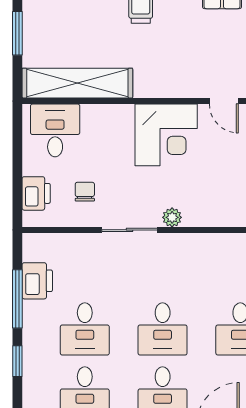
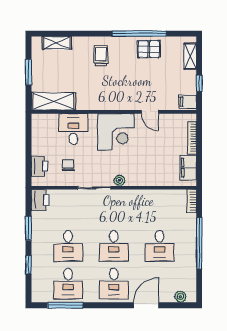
shelving: (77, 83) -> (53, 101), width x0.68
desk: (55, 130) -> (73, 129), moved
printer: (37, 281) -> (40, 200), moved
window: (17, 299) -> (28, 228), width x0.69

